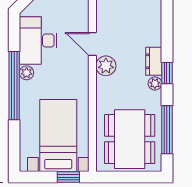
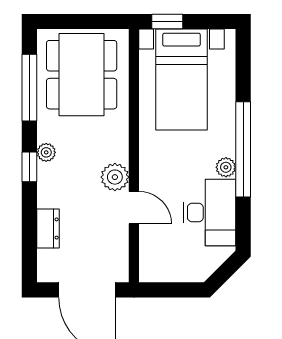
dresser: (154, 61) -> (48, 229), moved

